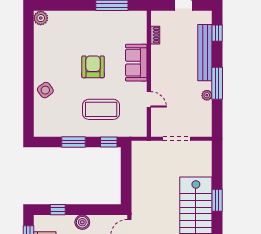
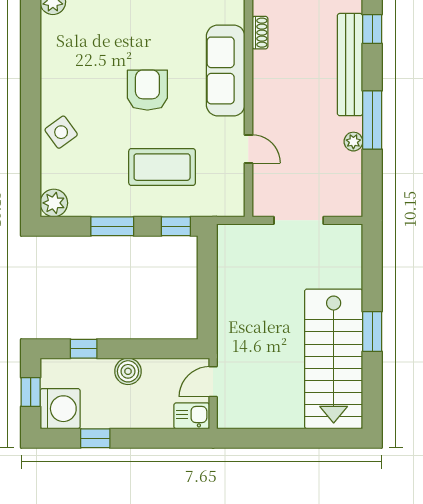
sofa: (136, 63) -> (226, 70), width x1.36
plant: (41, 129) -> (54, 203), added

